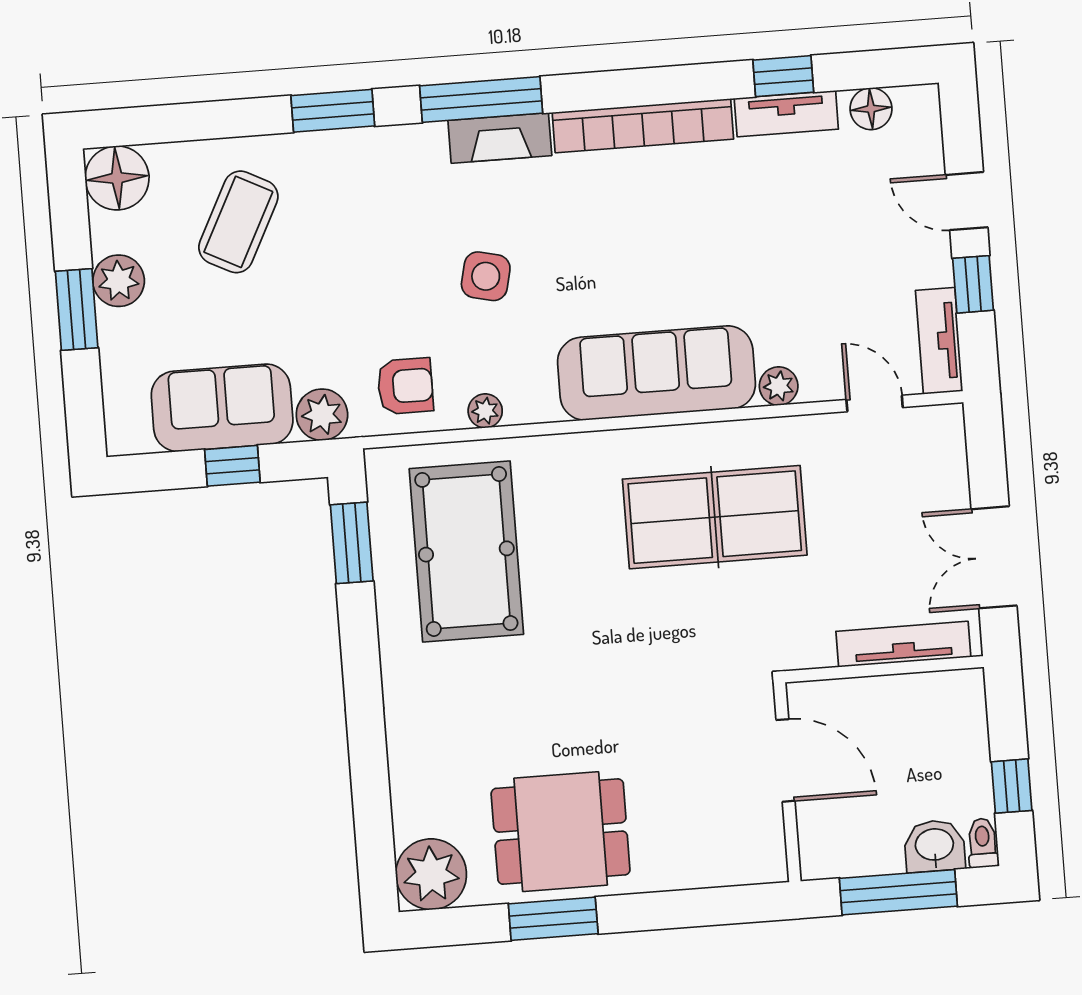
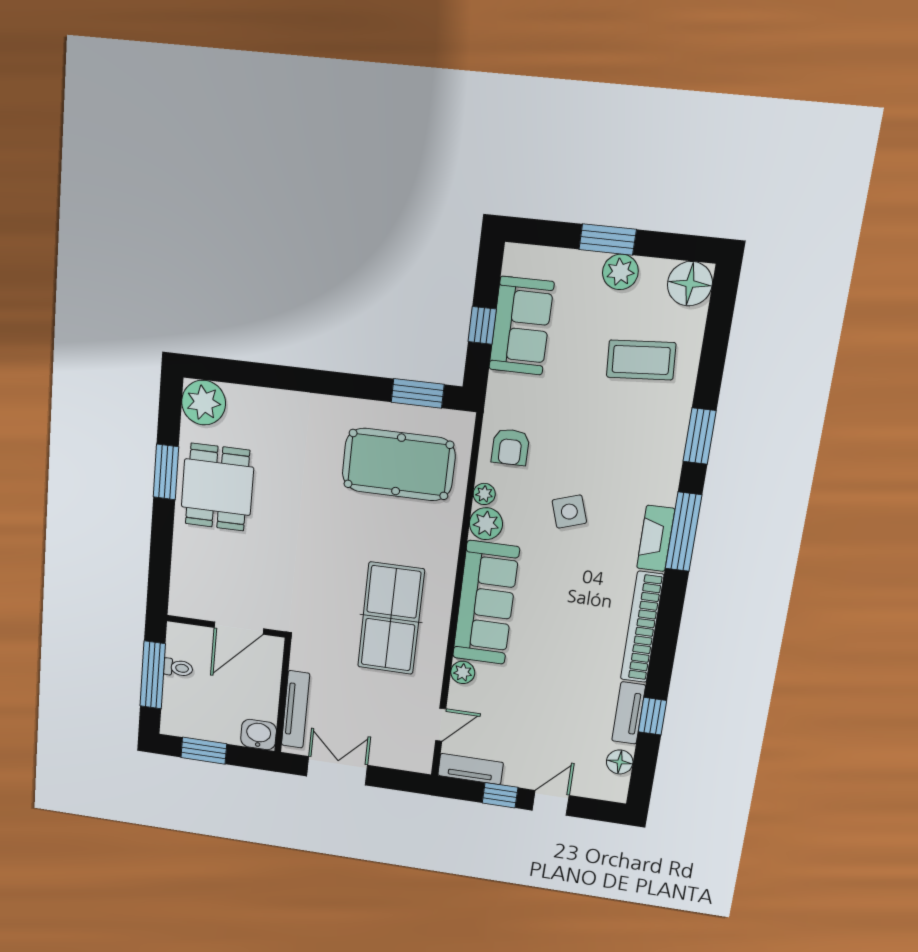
coffee table: (238, 222) -> (641, 360), turned -31
side table: (486, 276) -> (569, 512), turned -31
plant: (322, 415) -> (486, 524), moved
window: (1012, 786) -> (204, 751), width x1.50
toilet: (983, 843) -> (178, 668), moved
washbasin: (935, 846) -> (259, 735), moved, turned -90

